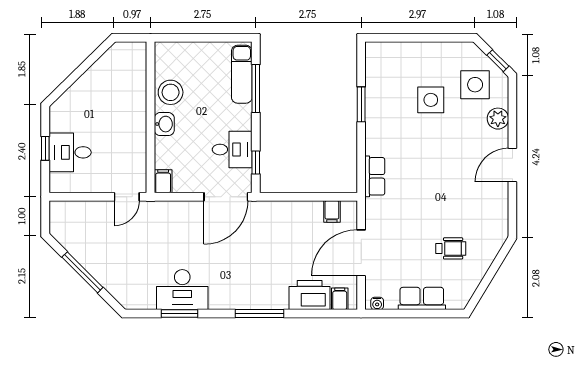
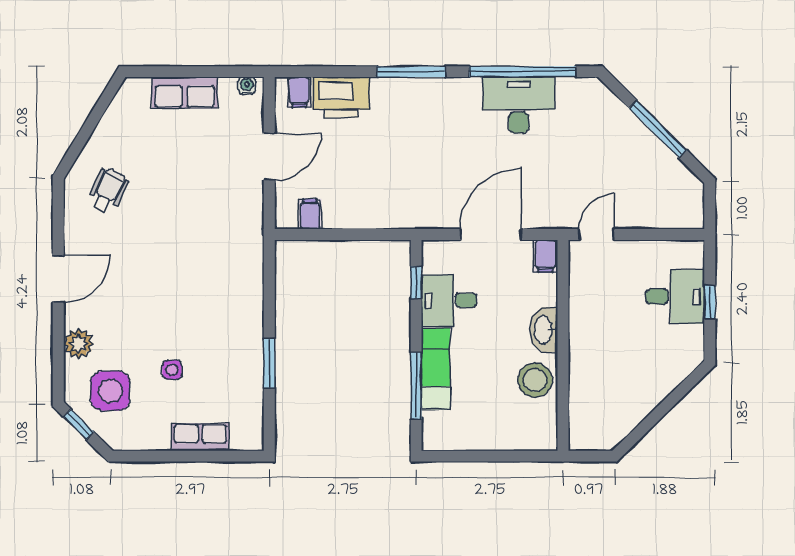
exam couch: (242, 74) -> (436, 369), moved
side table: (431, 100) -> (172, 370), width x0.54, depth x0.54
washbasin: (164, 124) -> (544, 330), width x1.38
row of seats: (375, 176) -> (200, 437), moved, turned 90
door: (226, 197) -> (491, 235), moved
wheelchair: (451, 248) -> (108, 190), moved, turned 115
door: (361, 253) -> (269, 156), width x0.73
window: (179, 314) -> (523, 72), width x2.11

